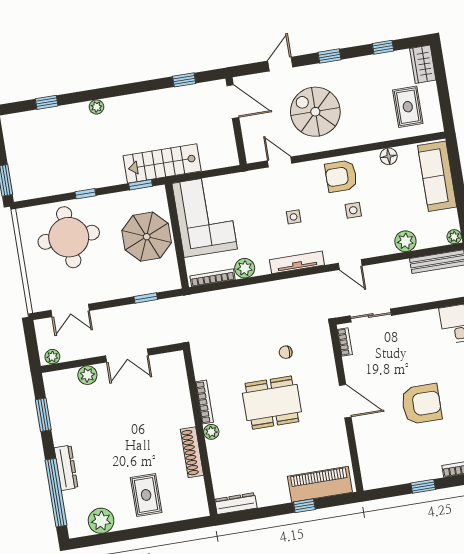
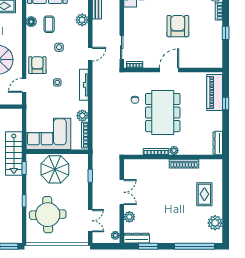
armchair: (341, 176) -> (37, 65), moved, turned 180
coffee table: (389, 187) -> (49, 24), added
dining table: (272, 403) -> (163, 113), width x1.36, depth x1.24
dresser: (66, 468) -> (137, 238), moved
rug: (146, 495) -> (204, 194), turned 90

